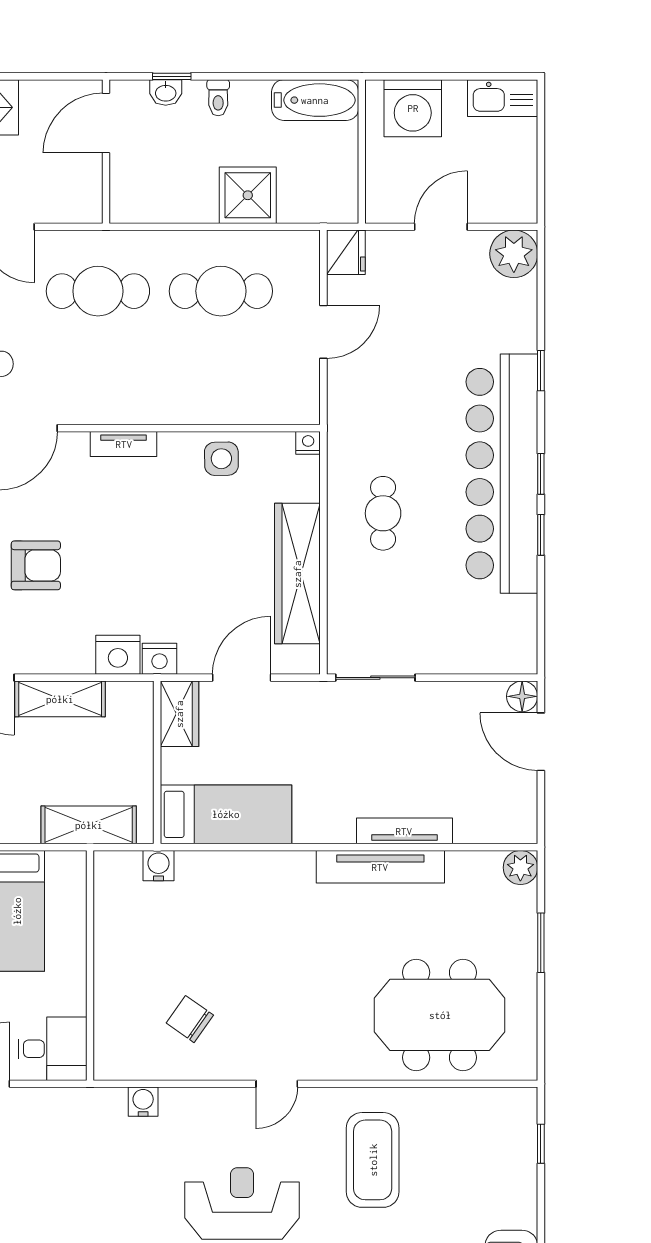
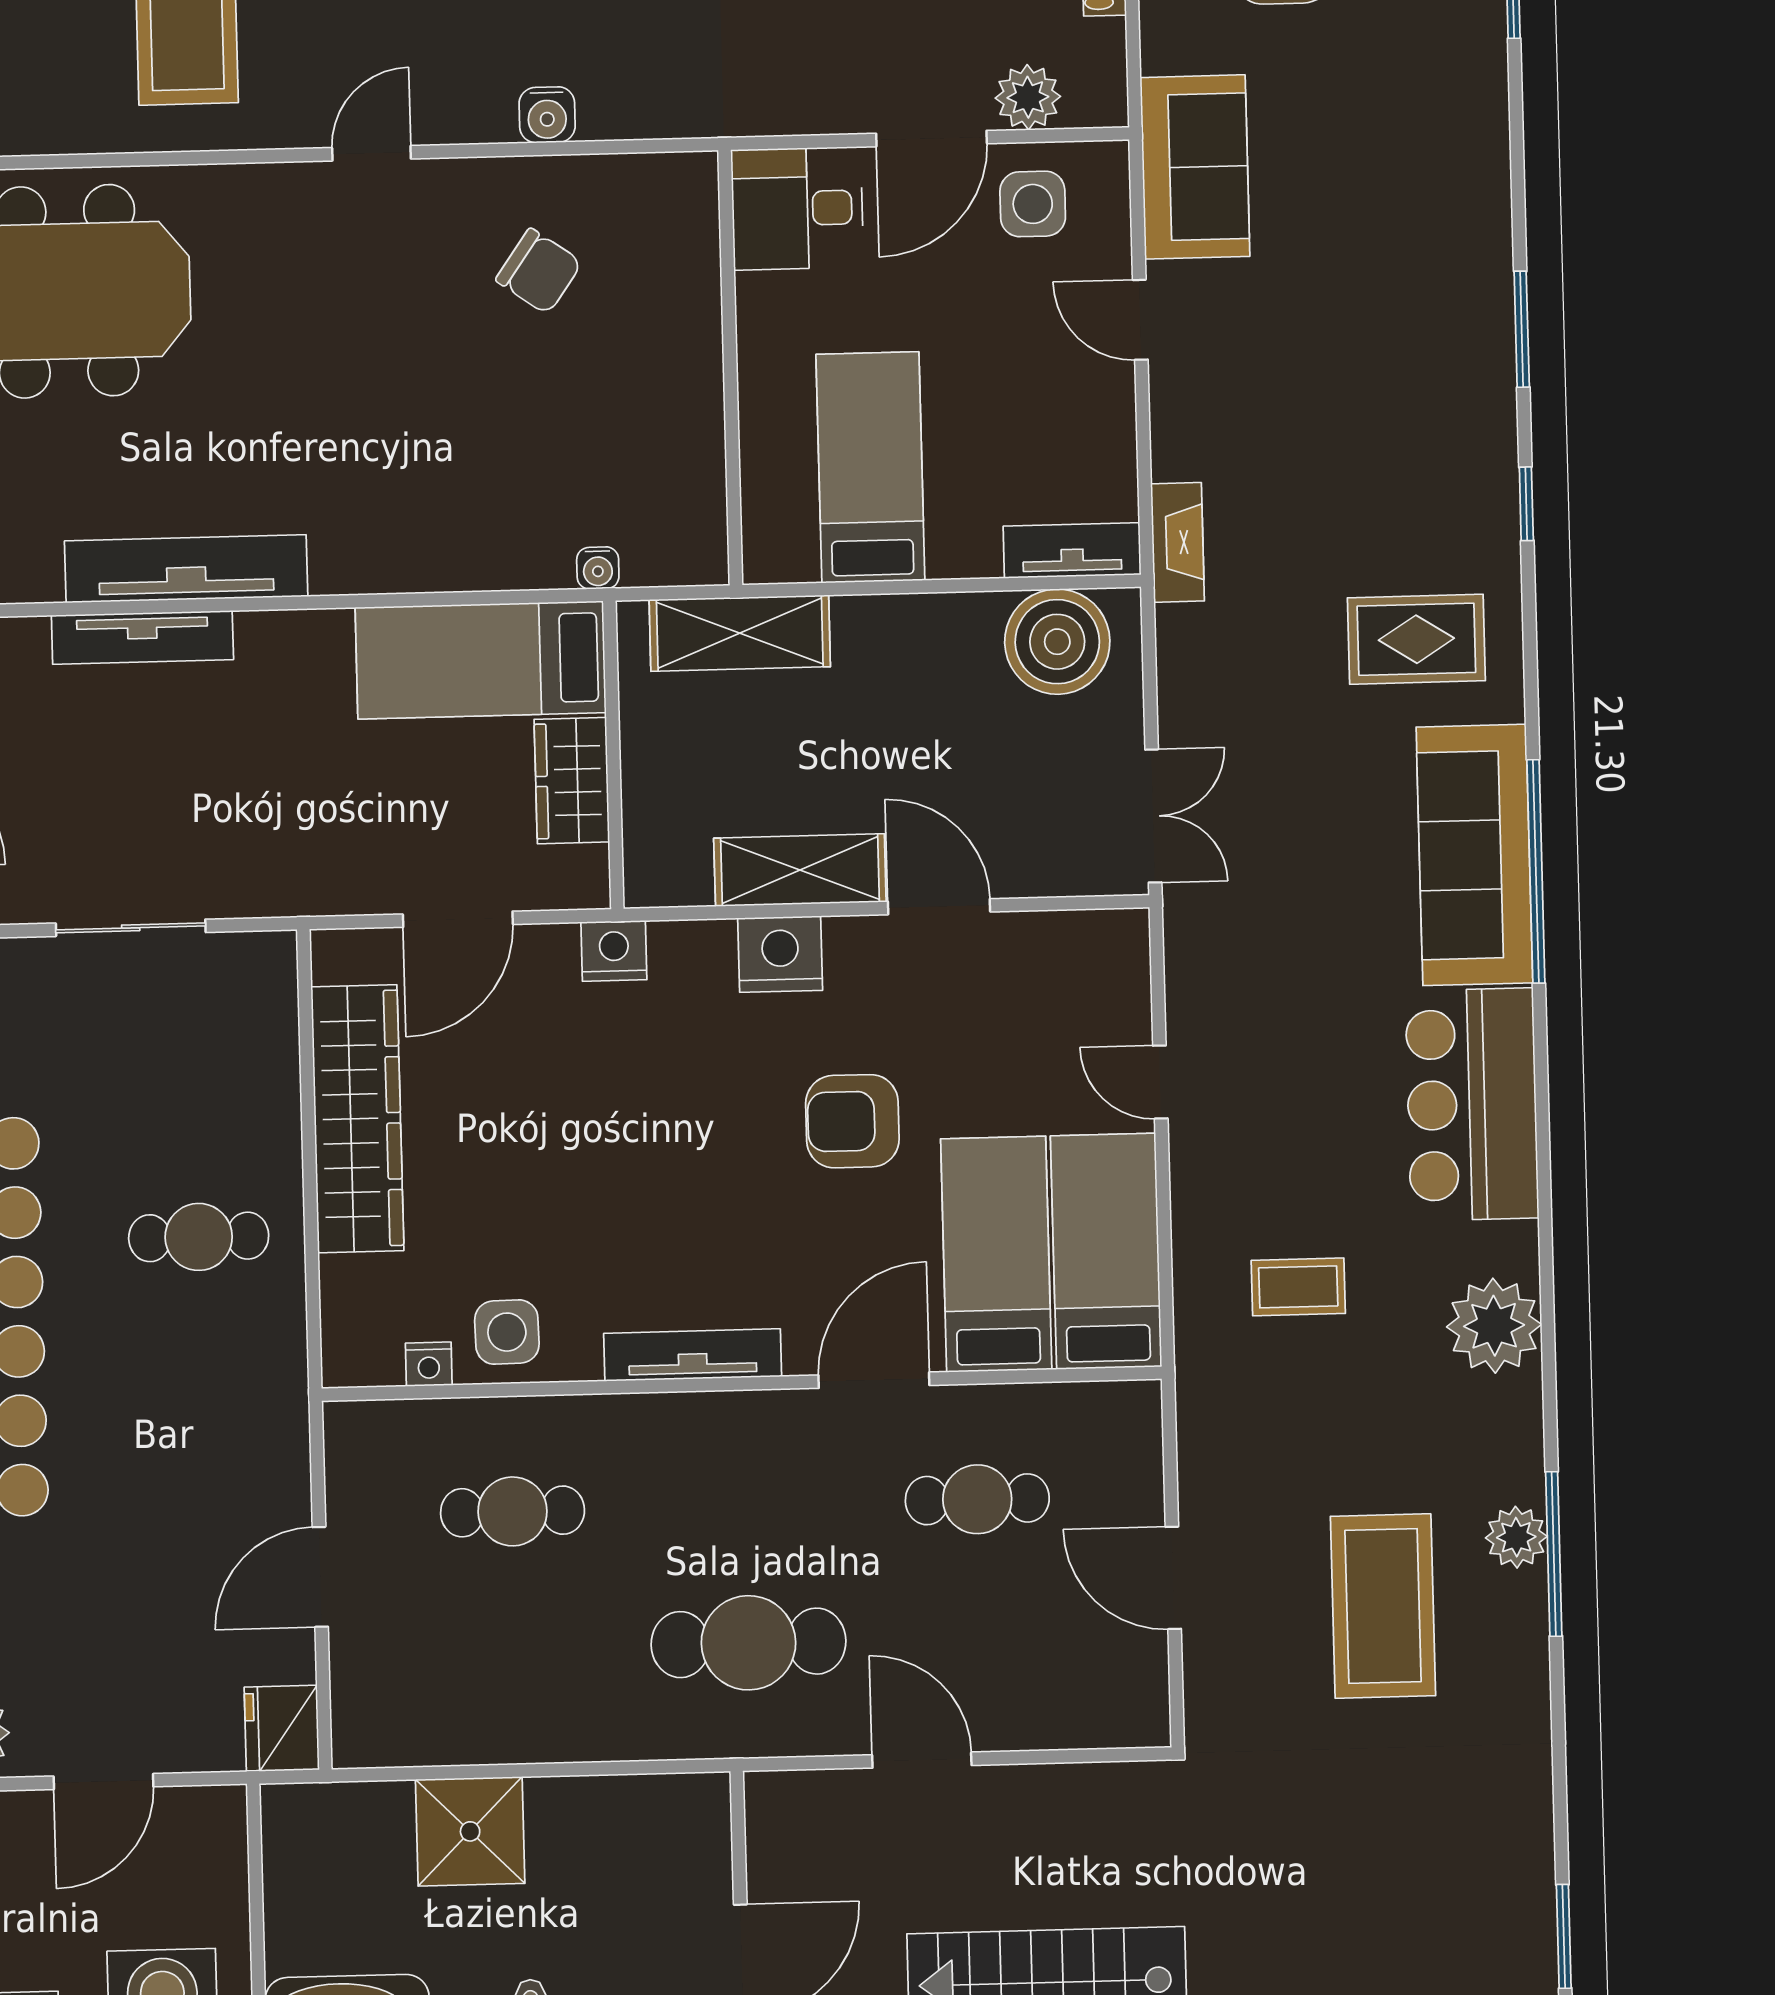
cafe table: (221, 291) -> (513, 1511), moved, width x0.73, depth x0.74
nightstand: (308, 443) -> (429, 1364), moved
tv unit: (124, 444) -> (693, 1355), width x1.41
cafe table: (383, 513) -> (199, 1237), turned 90
nightstand: (118, 655) -> (780, 954), moved
sliding door: (375, 678) -> (131, 928), moved
wardrobe: (179, 714) -> (572, 781), moved
water cooler: (159, 866) -> (598, 568), width x0.72, depth x0.72
water cooler: (143, 1102) -> (547, 115), moved

